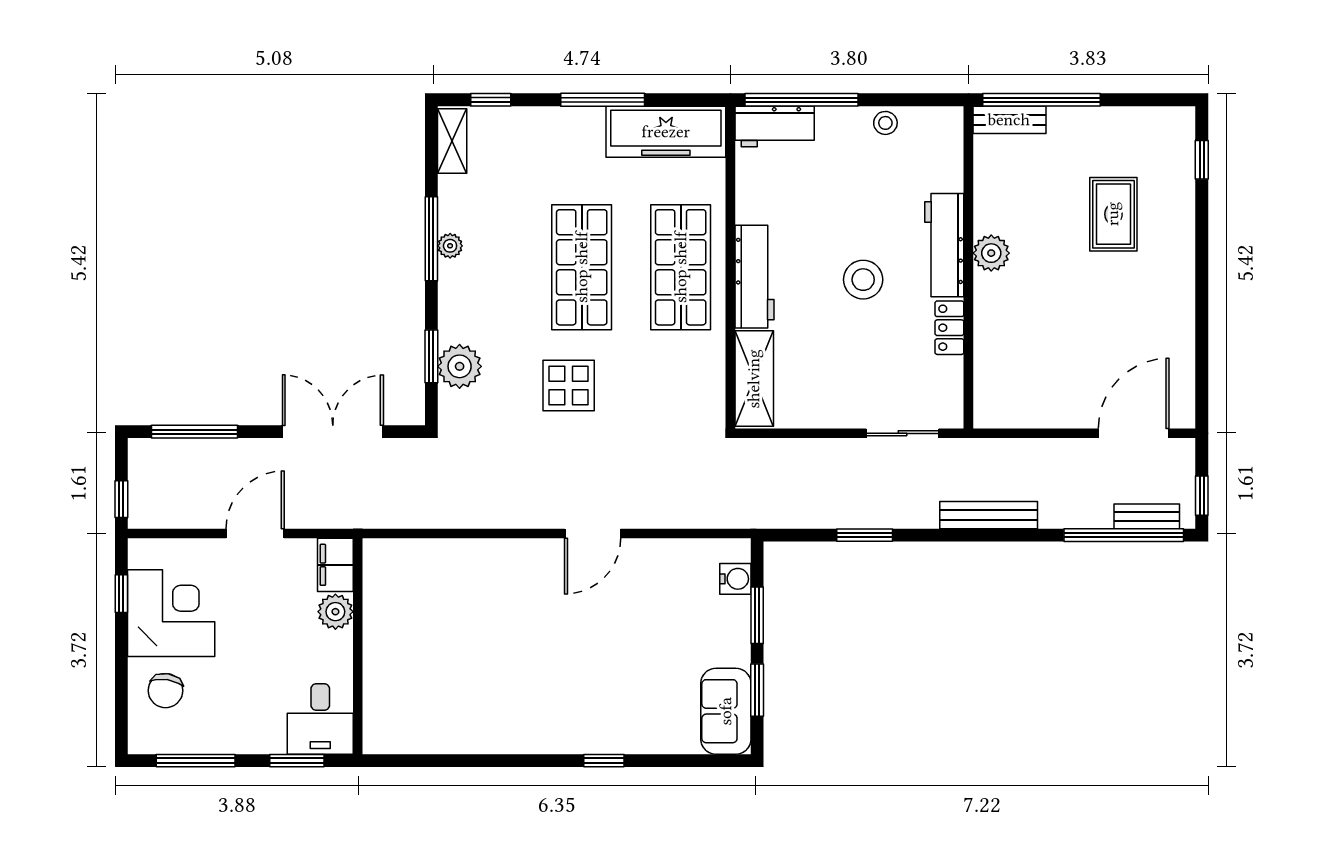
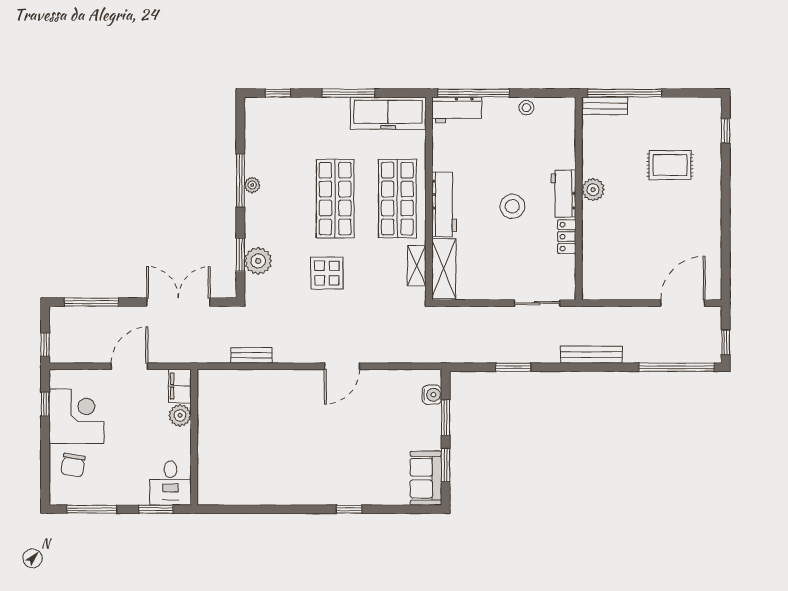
shelving: (452, 141) -> (417, 266), moved
rug: (1113, 214) -> (670, 165), turned 90
workbench: (944, 245) -> (564, 193), width x0.73
bench: (1147, 516) -> (252, 355), moved

